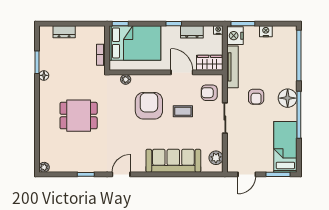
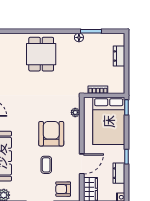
armchair: (209, 93) -> (63, 189), turned -90
armchair: (149, 106) -> (51, 134), turned -90
dining table: (79, 116) -> (41, 54), moved

